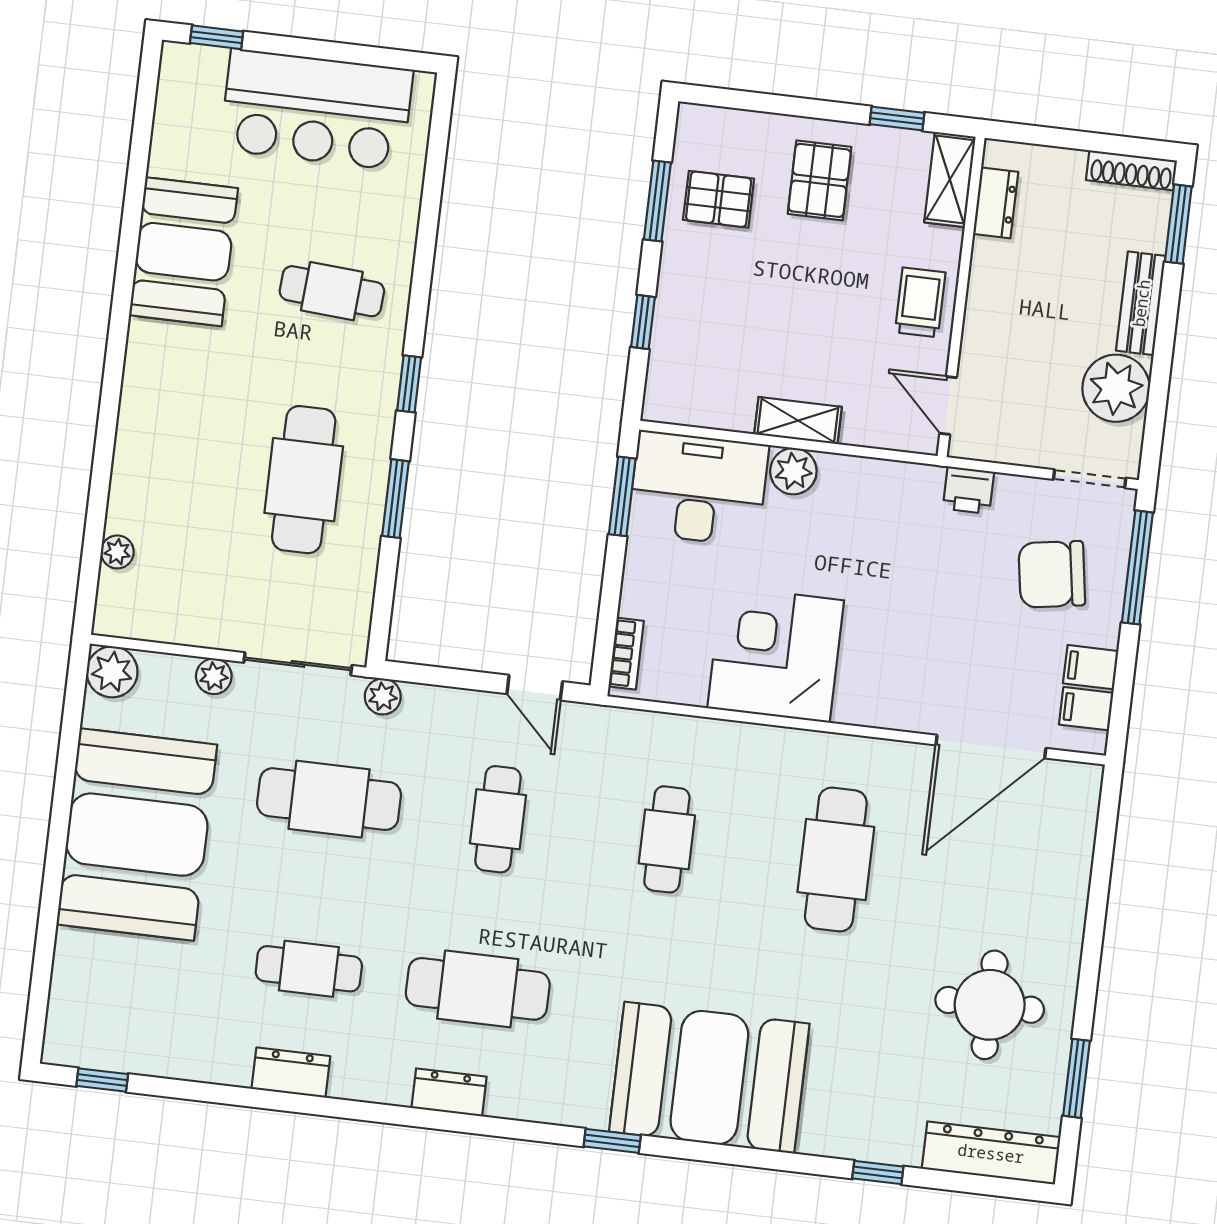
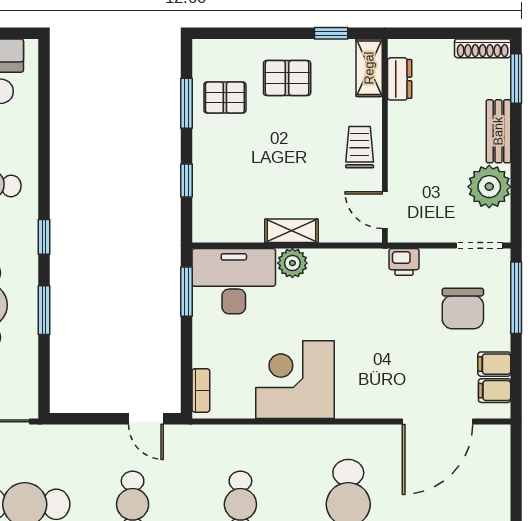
pallet: (820, 180) -> (287, 78), turned 90
chair: (1052, 574) -> (463, 308), turned -81
plant: (383, 697) -> (51, 436), removed

